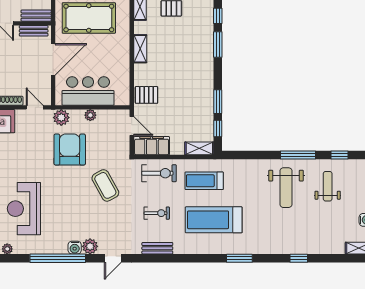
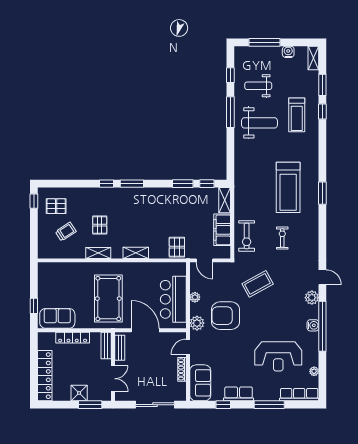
door: (132, 126) -> (205, 260), swing flipped
filing cabinet: (152, 146) -> (222, 230), moved
exercise bike: (159, 173) -> (247, 236), turned 180
treadmill: (204, 181) -> (297, 115), moved
water cooler: (75, 248) -> (313, 325), moved
bench: (157, 248) -> (314, 238), removed
window: (239, 258) -> (322, 193), moved
window: (329, 258) -> (322, 85), added

